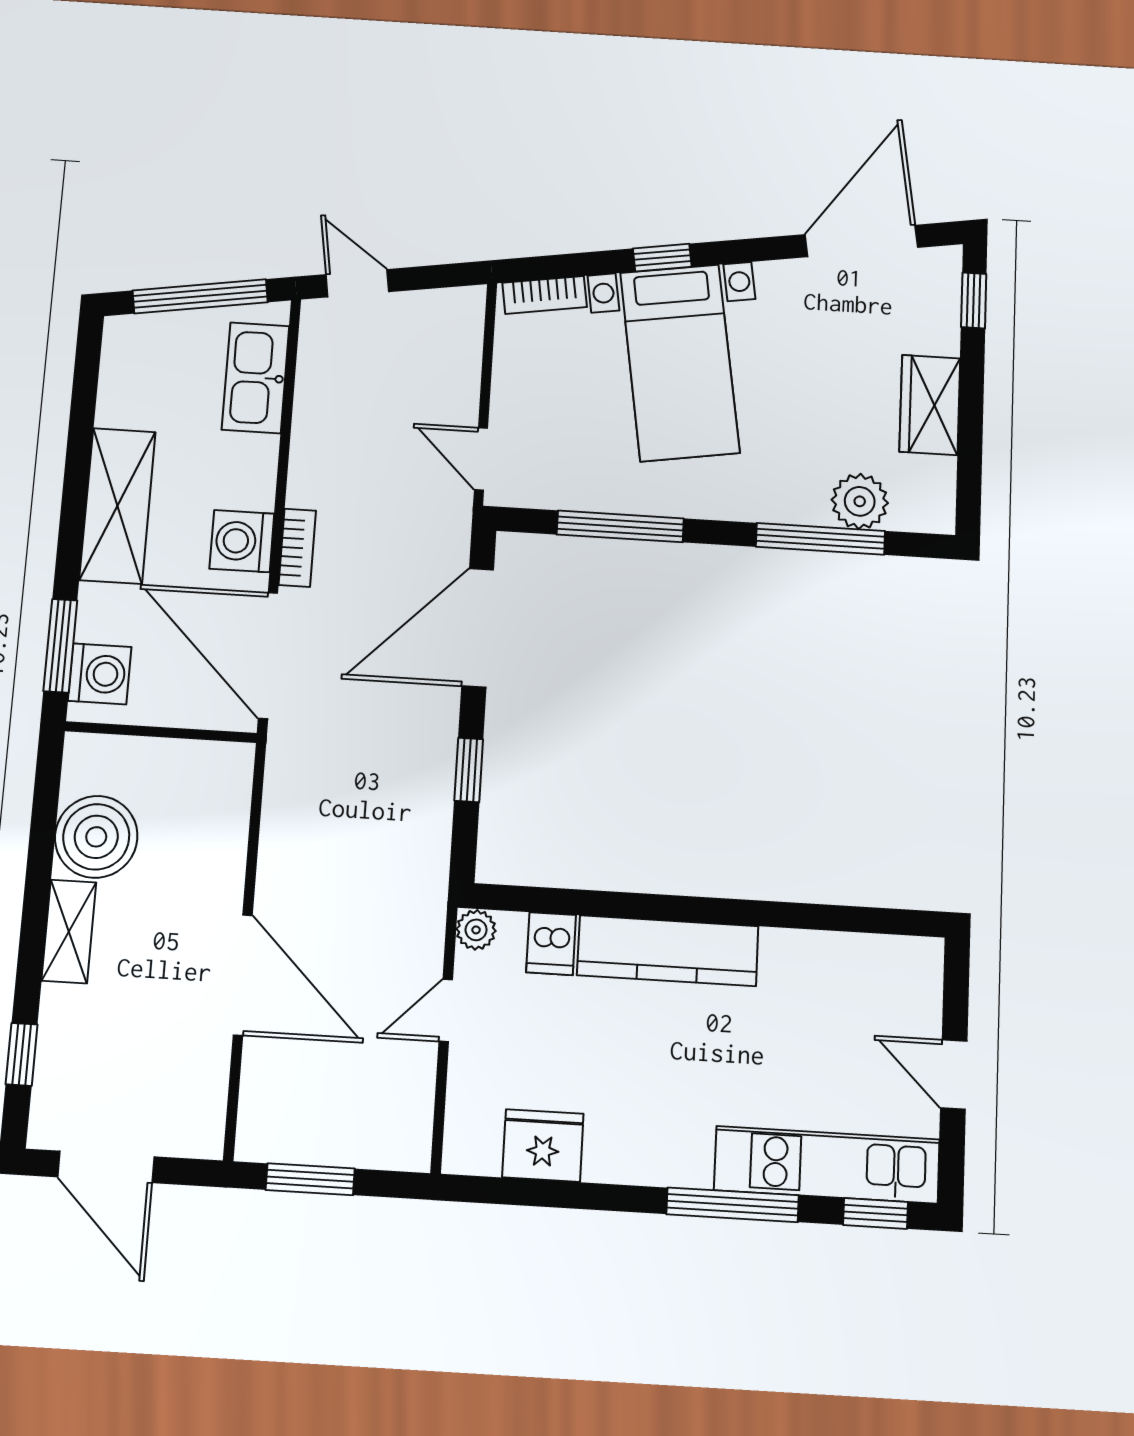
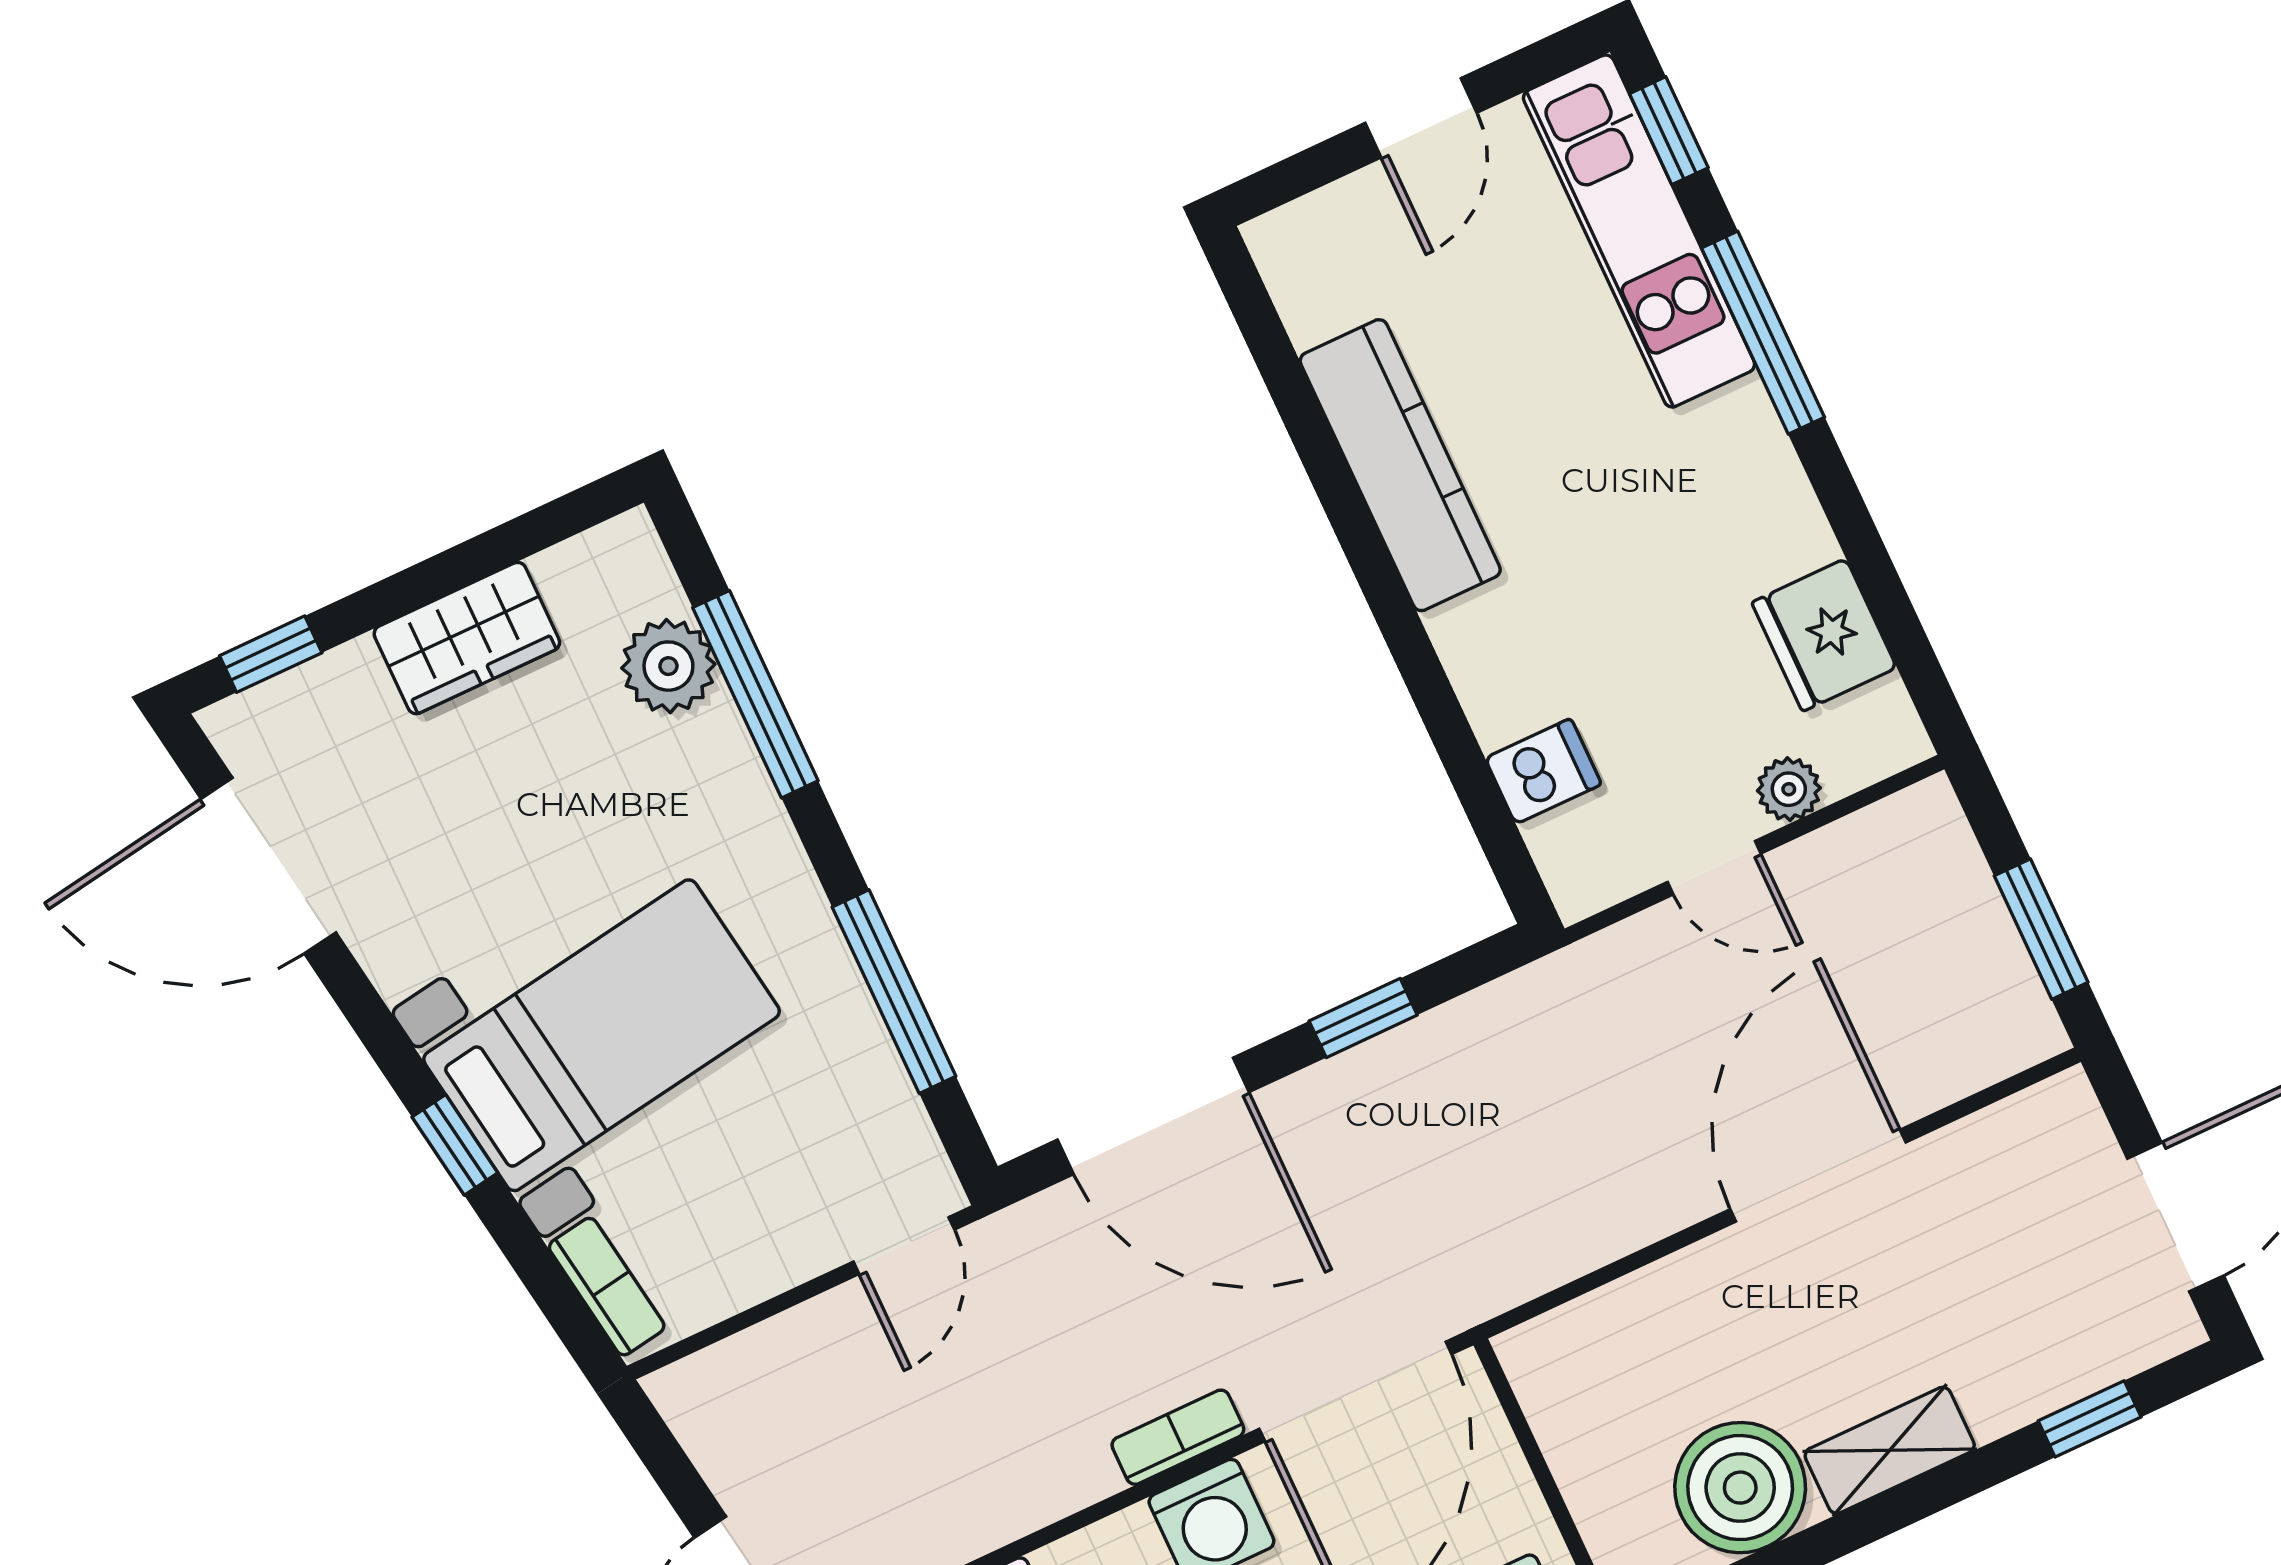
plant: (476, 930) -> (1789, 789), moved
kitchen counter: (668, 951) -> (1400, 465), moved

